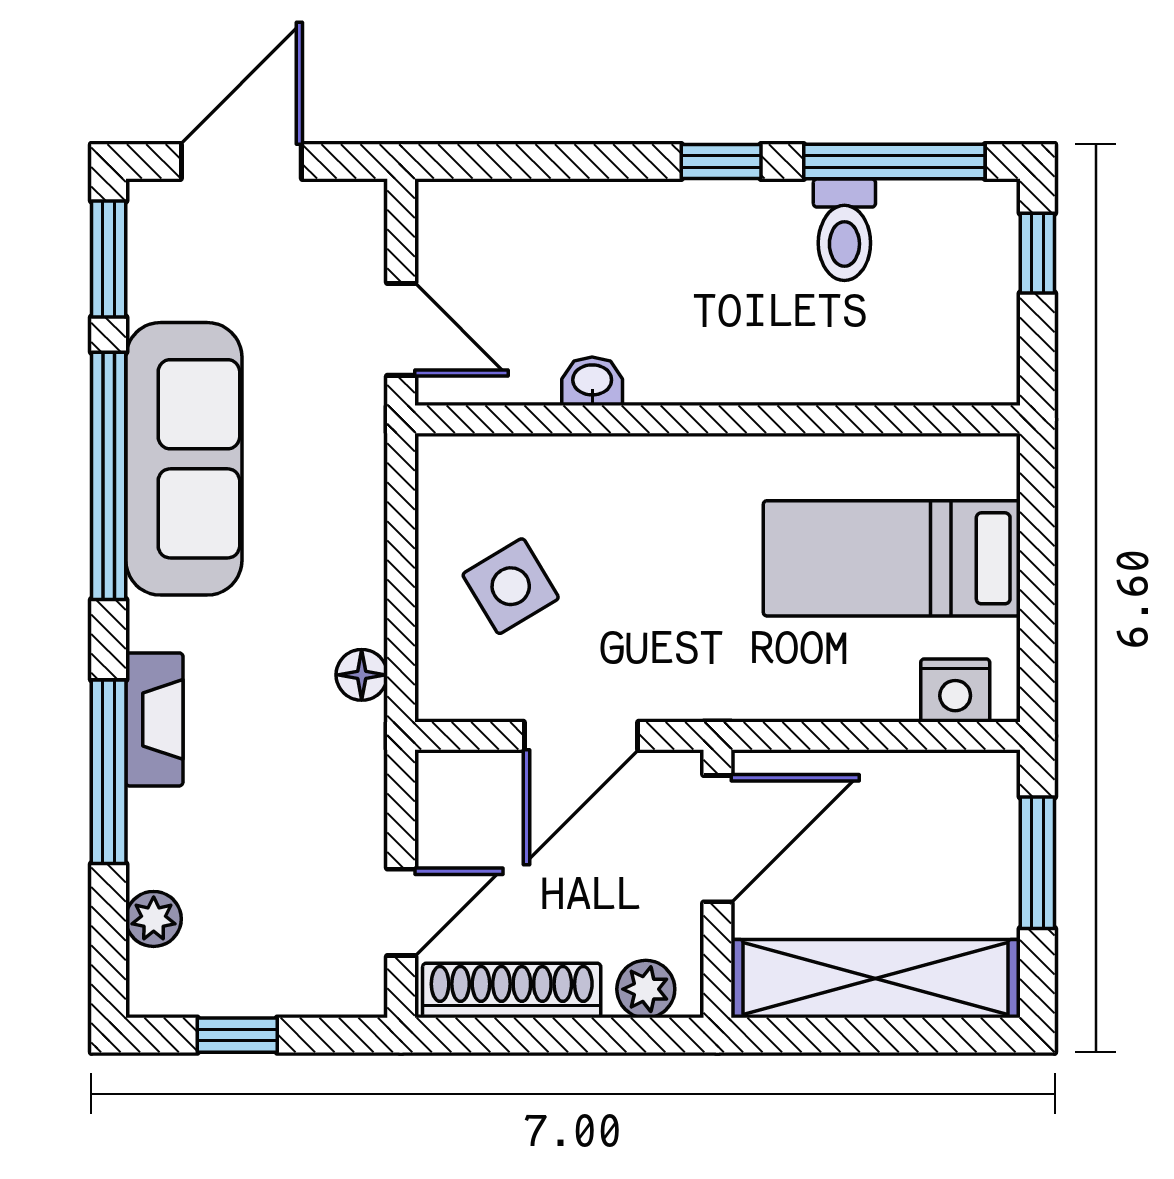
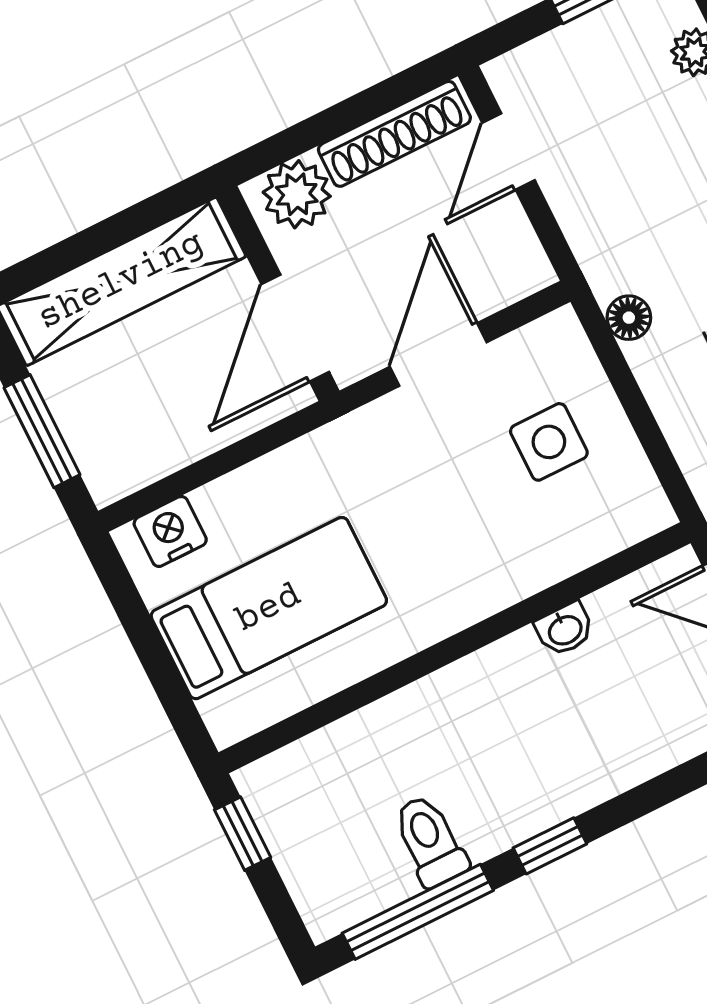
window: (1037, 253) -> (243, 834), moved
side table: (511, 586) -> (549, 442), turned 31
plant: (646, 989) -> (297, 194), width x1.38, depth x1.38

